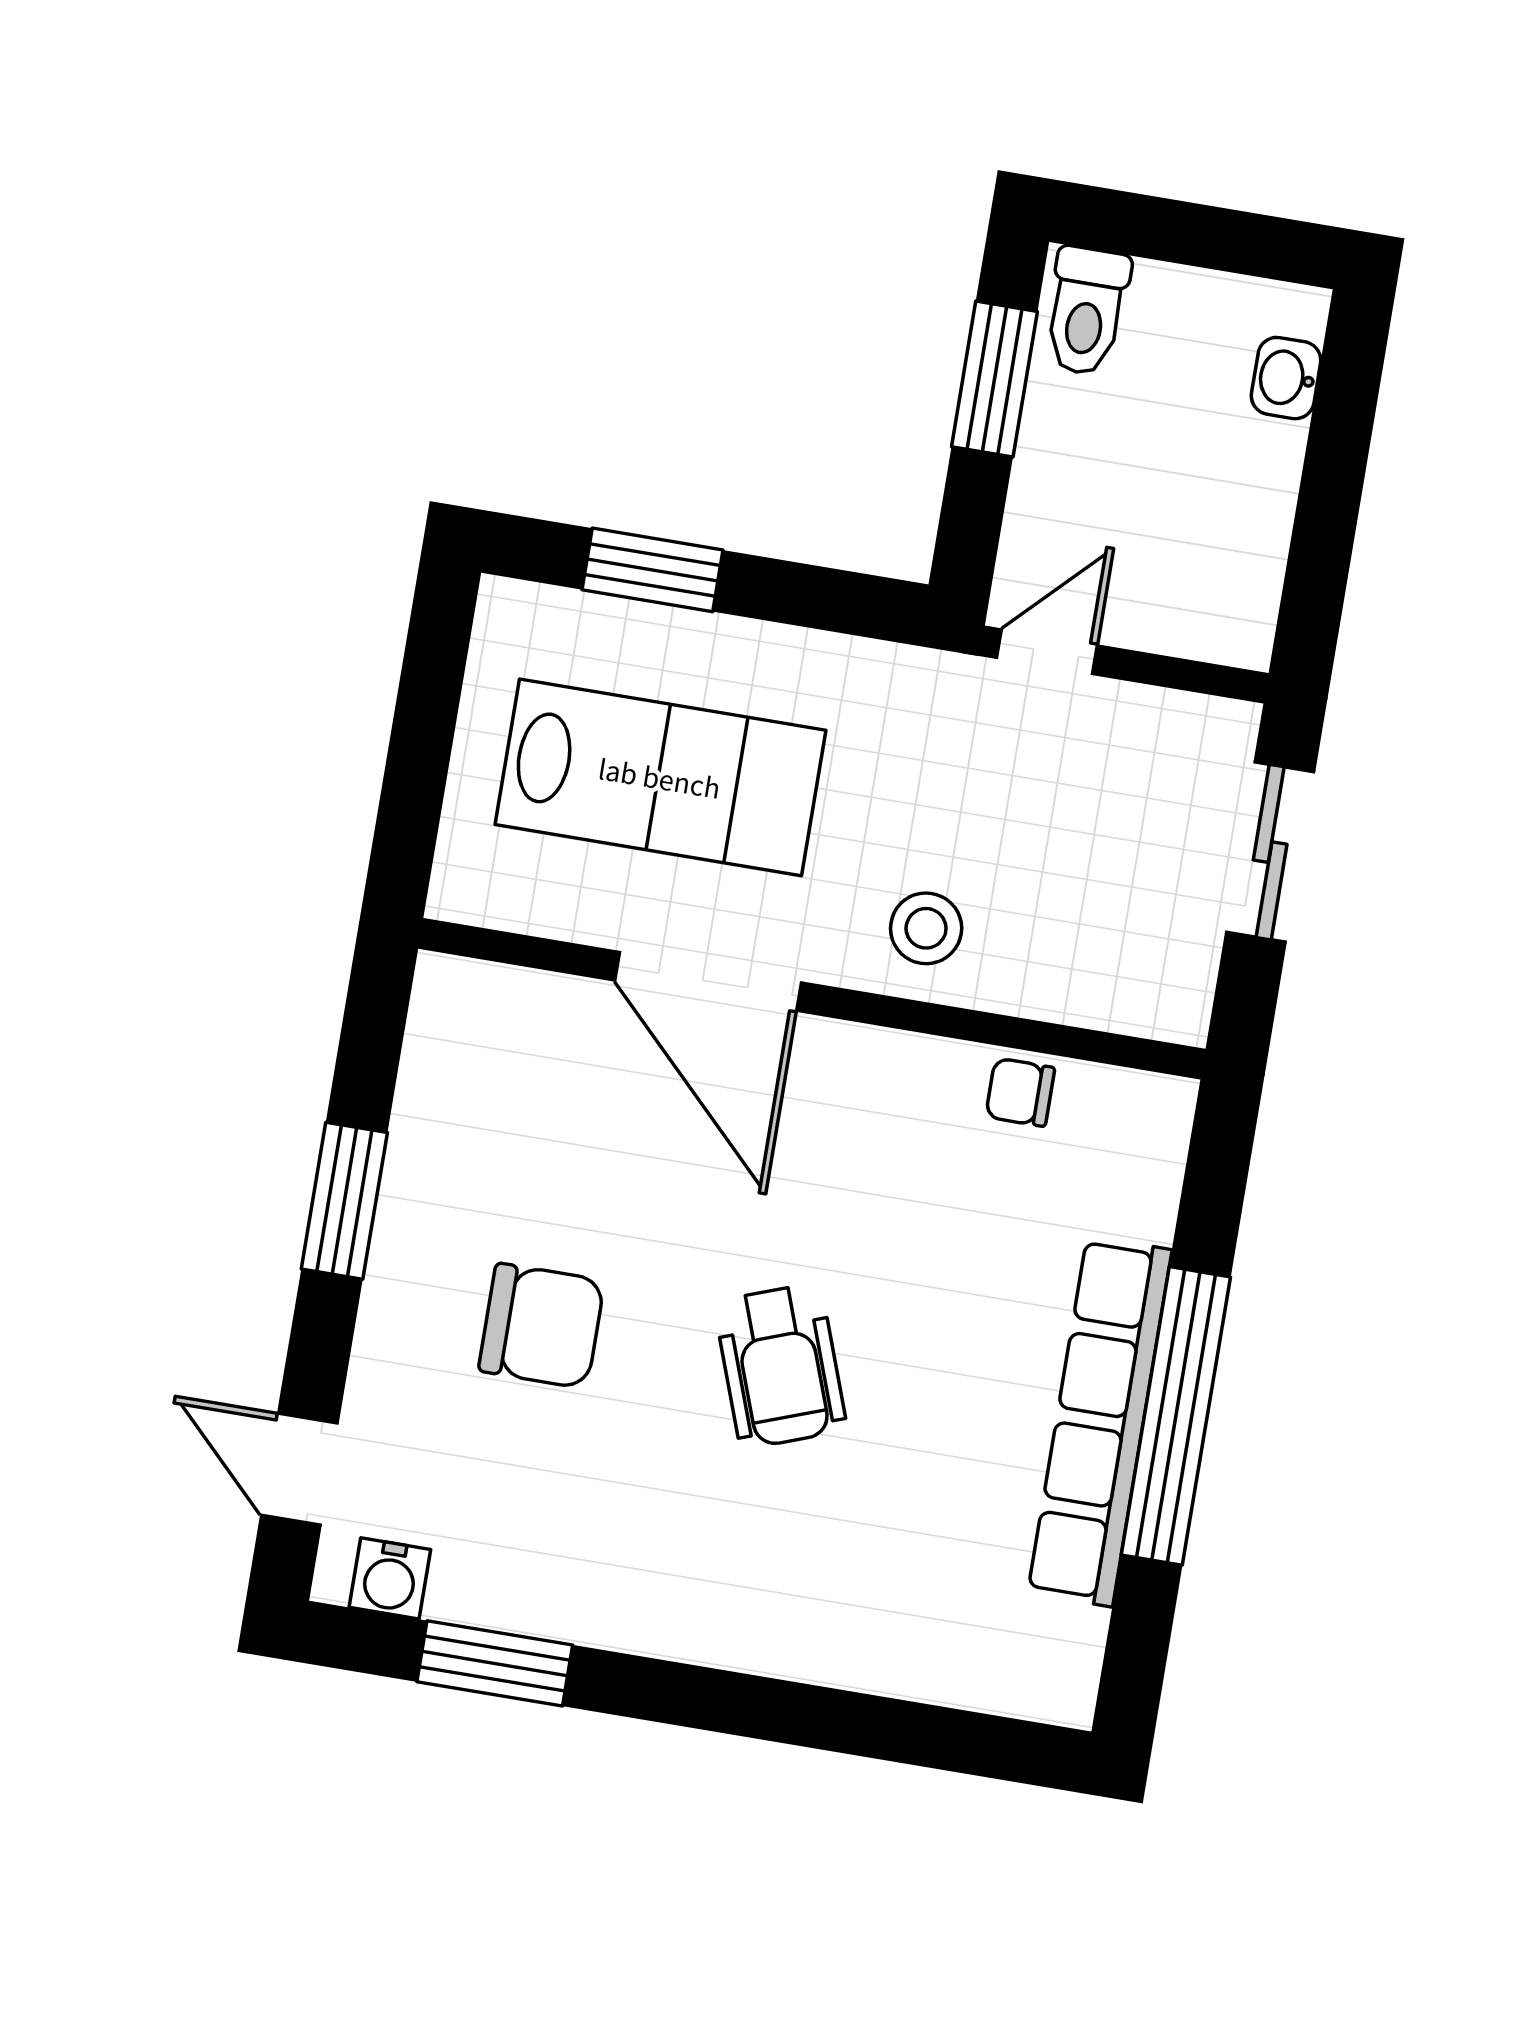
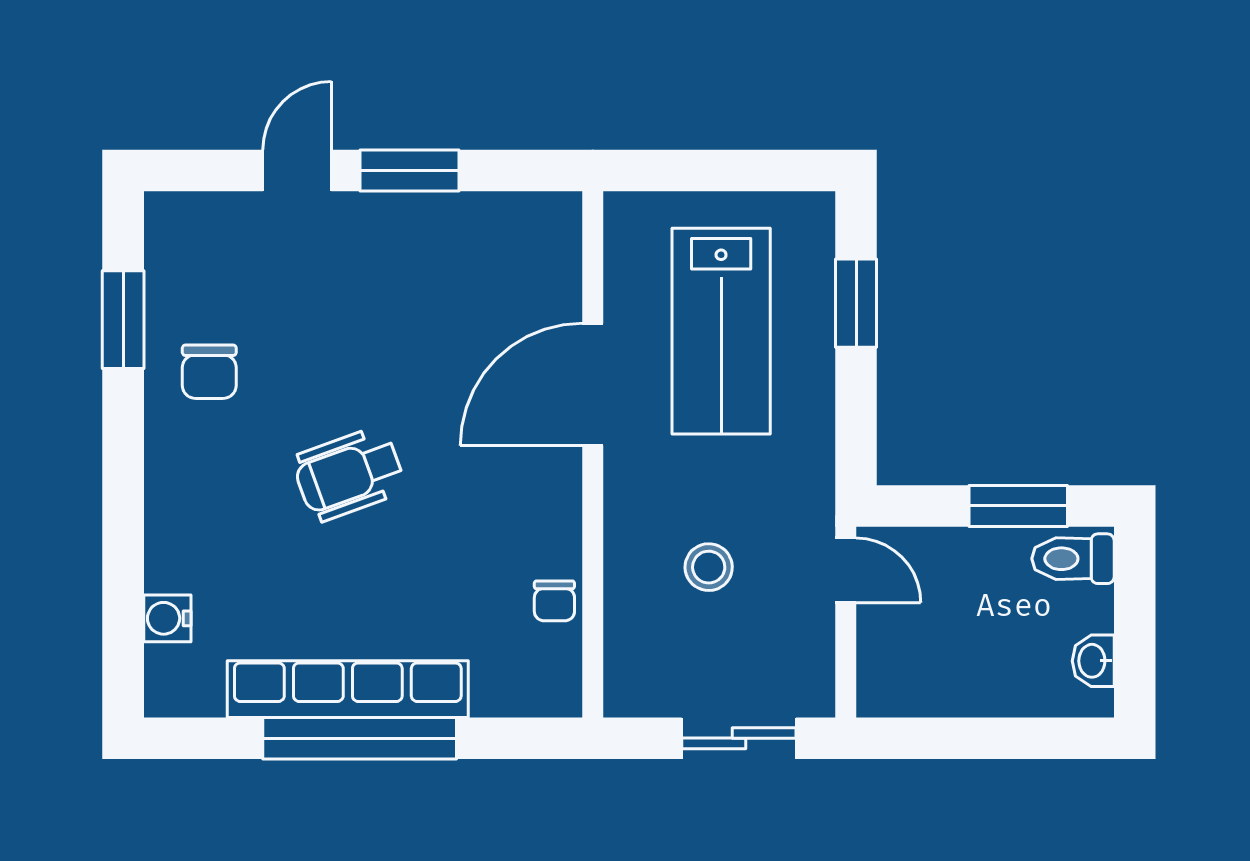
washbasin: (1286, 378) -> (1093, 661), moved, turned -90
stool: (926, 928) -> (709, 567), moved
chair: (1020, 1092) -> (554, 601), turned 180
chair: (542, 1326) -> (209, 372), moved, width x0.73, depth x0.73
door: (299, 1469) -> (297, 171), moved
water cooler: (390, 1578) -> (167, 618), moved

